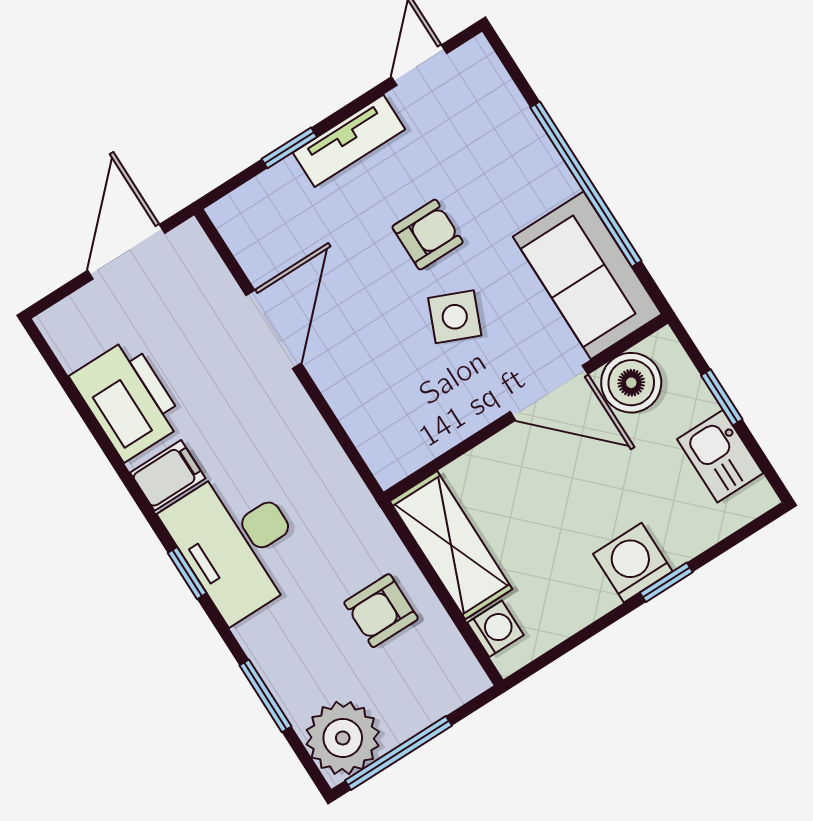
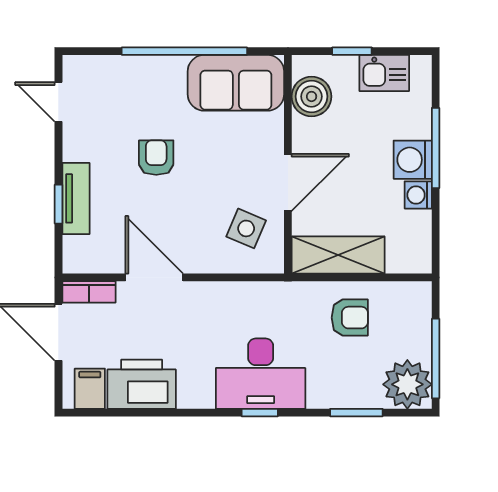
tv unit: (349, 141) -> (76, 198), moved
bookcase: (202, 258) -> (89, 292), added
side table: (455, 317) -> (246, 228), moved
door: (549, 393) -> (288, 182), moved
filing cabinet: (168, 475) -> (90, 389), moved
window: (666, 582) -> (436, 148), width x2.17
armchair: (381, 611) -> (350, 318), turned -90
washing machine: (496, 629) -> (418, 195), moved, turned -90

